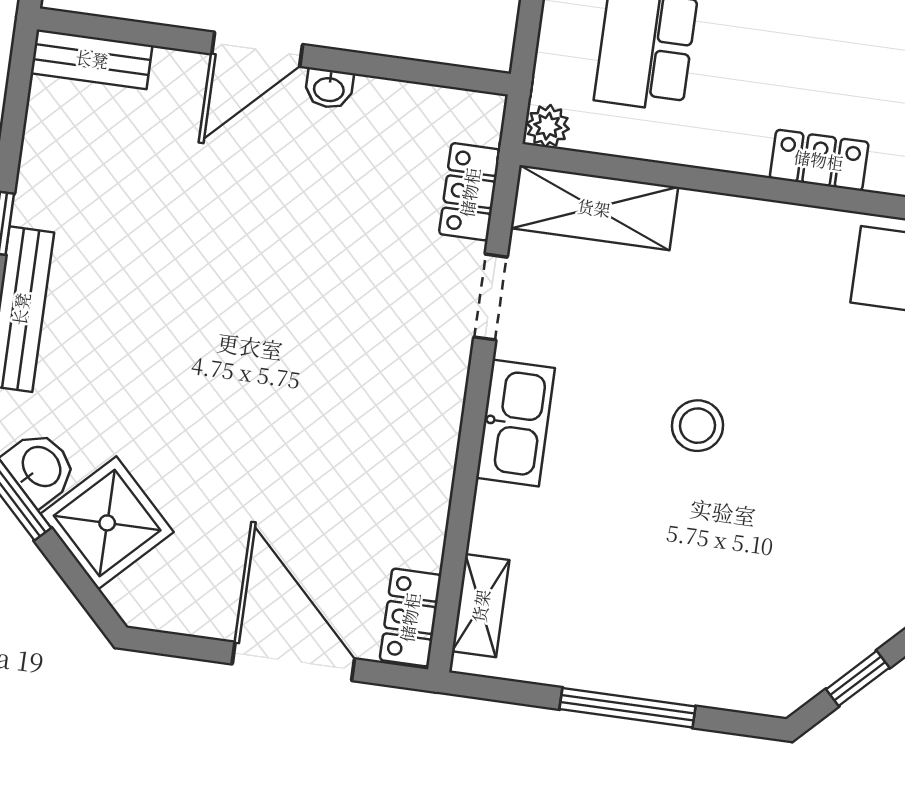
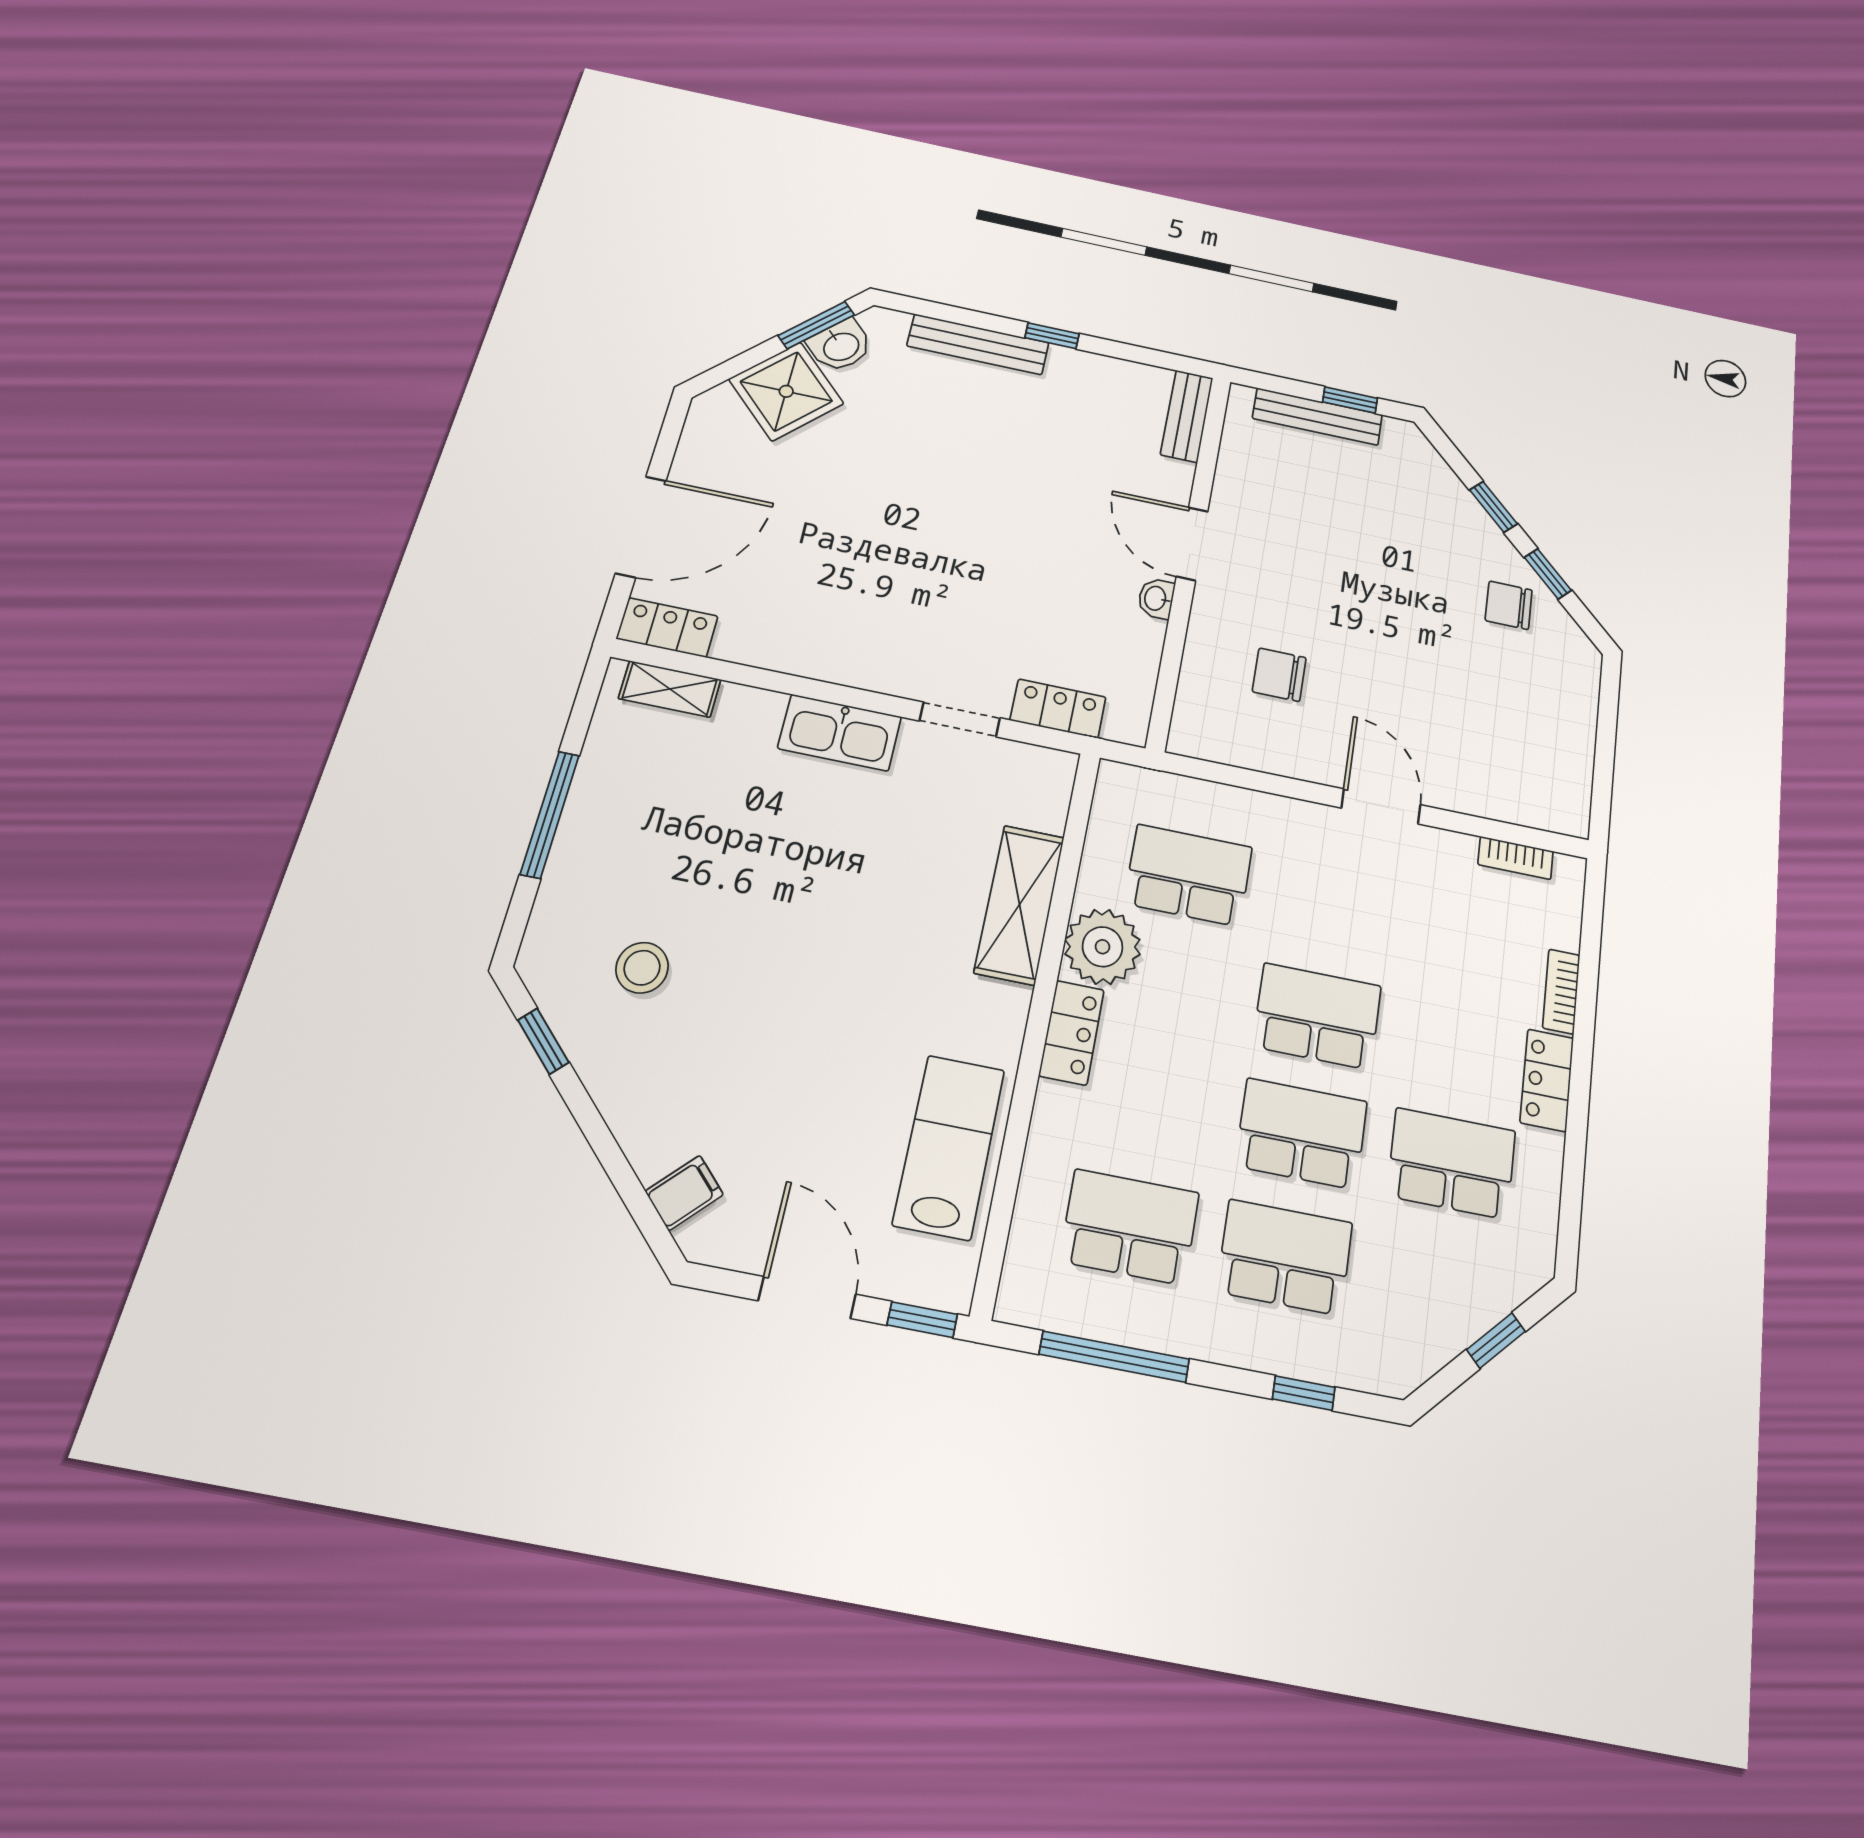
plant: (548, 126) -> (1102, 947), moved, width x1.88, depth x1.88
shelving: (594, 208) -> (1019, 904), moved
stool: (698, 426) -> (642, 968), moved

